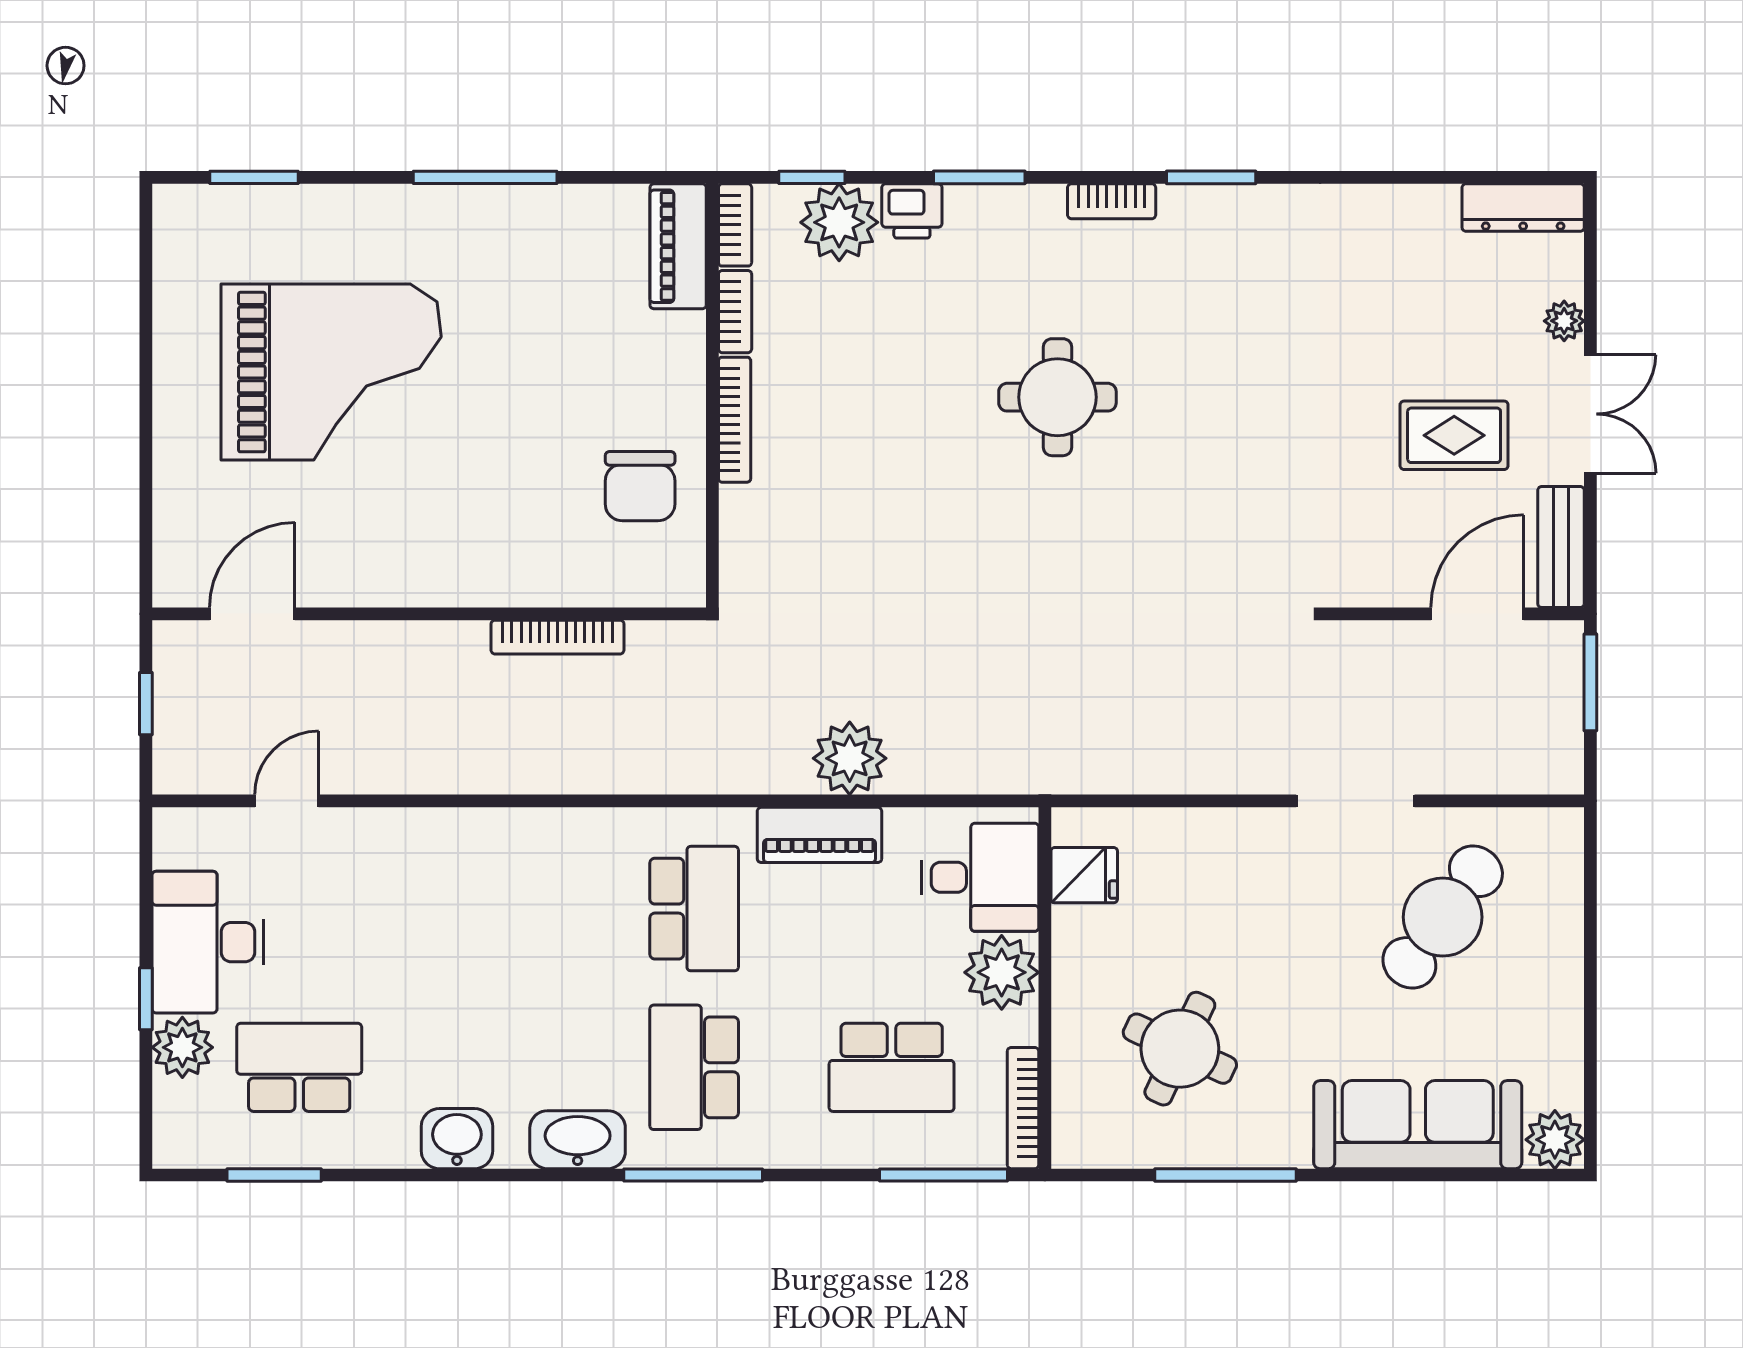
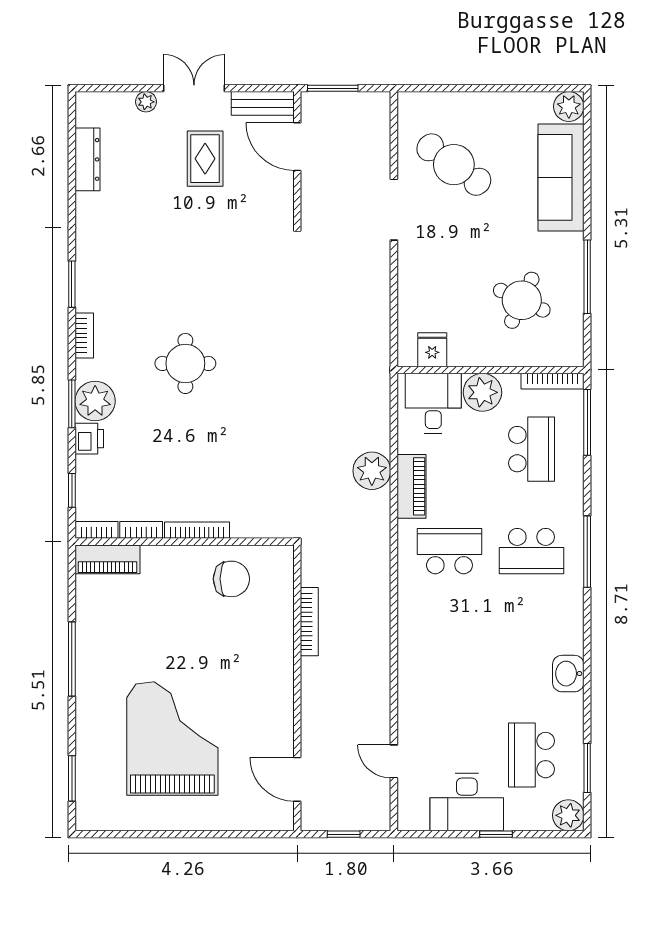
dresser: (1523, 208) -> (87, 159), moved
plant: (839, 222) -> (95, 401), moved
plant: (182, 1047) -> (568, 815), moved
washbasin: (578, 1140) -> (569, 611), removed

